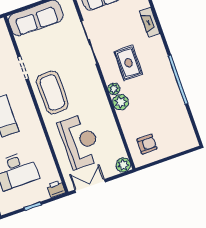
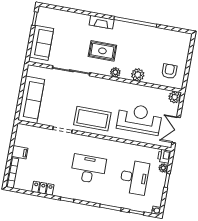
fireplace: (150, 22) -> (102, 22), moved
plant: (121, 102) -> (138, 75), moved
plant: (43, 195) -> (163, 168), added

